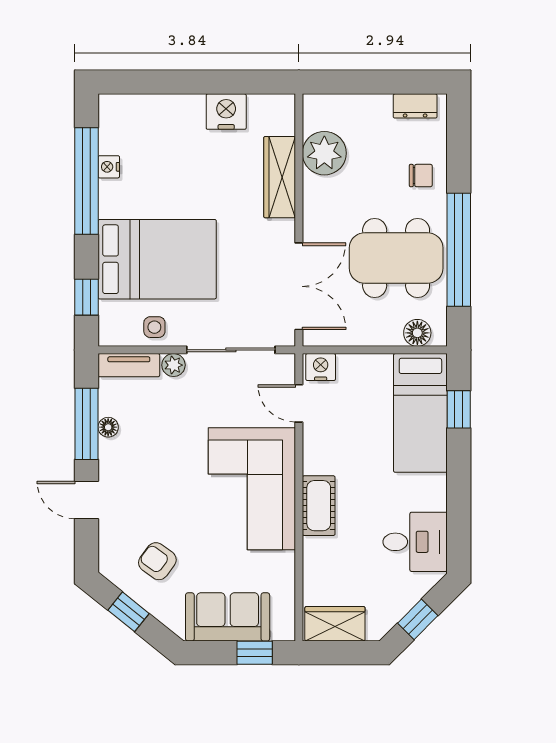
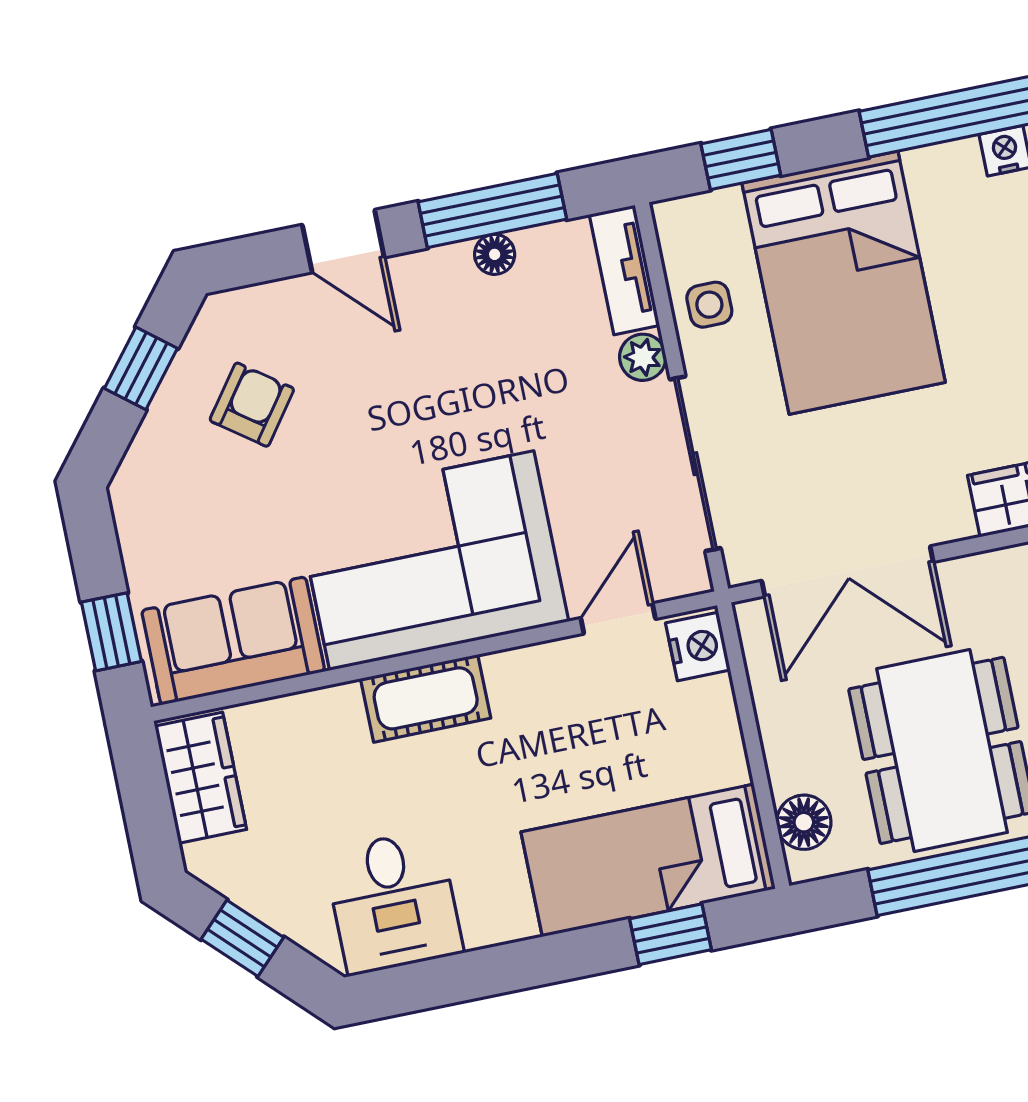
door: (86, 500) -> (343, 241), swing flipped
sofa: (228, 617) -> (233, 641), moved, turned -90

